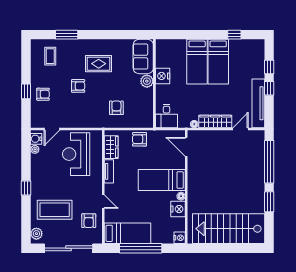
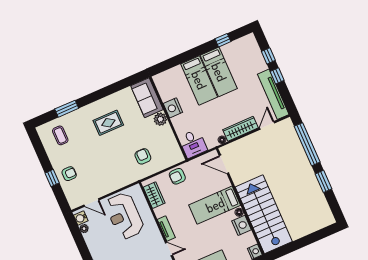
armchair: (78, 86) -> (98, 152), removed
door: (52, 129) -> (92, 202), hinge flipped
tv unit: (109, 171) -> (166, 228), moved
stairs: (229, 229) -> (264, 214), moved, turned 90

